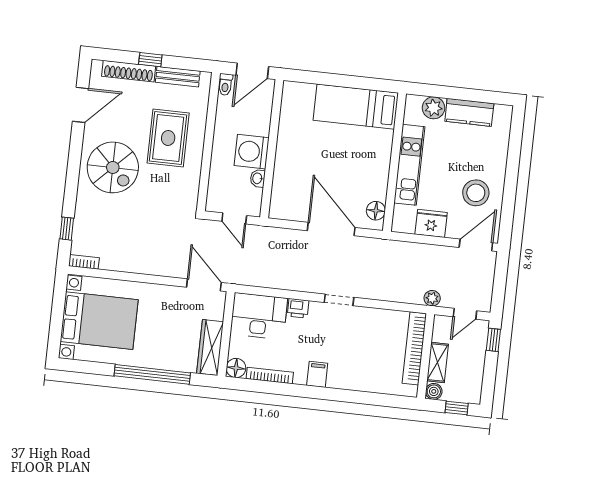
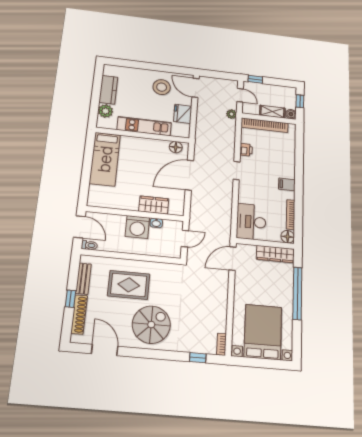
wardrobe: (285, 176) -> (154, 205), added
printer: (298, 308) -> (246, 150), moved

